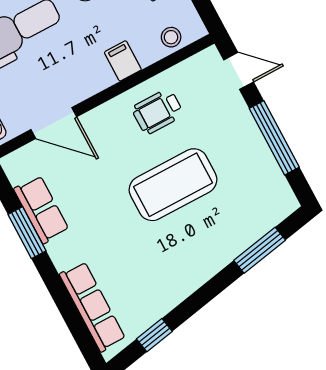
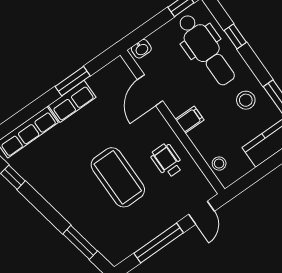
filing cabinet: (123, 61) -> (190, 120), moved
row of seats: (41, 209) -> (72, 101), moved

